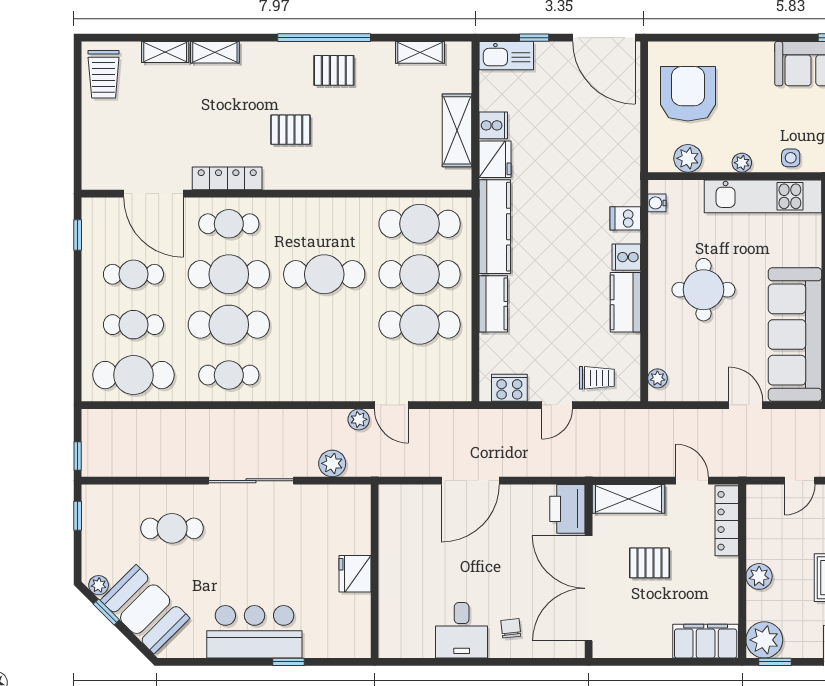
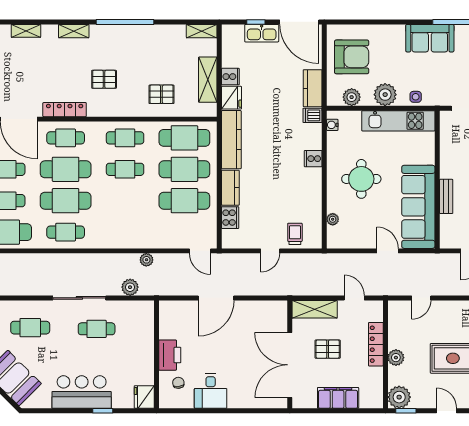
shelving: (215, 52) -> (74, 31), moved
shelving: (420, 52) -> (202, 31), moved
kitchen sink: (506, 56) -> (262, 33), moved
pallet: (334, 70) -> (161, 94), moved
armchair: (688, 94) -> (352, 57), turned 90
plant: (742, 163) -> (385, 95), width x1.88, depth x1.88
dishwasher: (625, 218) -> (313, 115), moved
cafe table: (324, 224) -> (125, 138), added
cafe table: (324, 274) -> (125, 169), width x0.73, depth x0.74
kitchen counter: (625, 302) -> (313, 88), moved
trolley: (597, 378) -> (295, 234), turned -90
plant: (657, 378) -> (333, 219), moved
cooker: (509, 388) -> (230, 218), moved, turned 90
door: (391, 405) -> (200, 251), moved
printer: (567, 509) -> (170, 355), moved, turned 180
locker: (727, 521) -> (376, 344), moved
cafe table: (278, 530) -> (97, 329), added
fridge: (355, 574) -> (144, 397), moved
chair: (511, 628) -> (178, 383), moved
filing cabinet: (706, 641) -> (338, 398), moved

